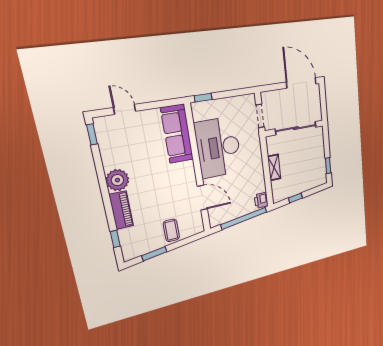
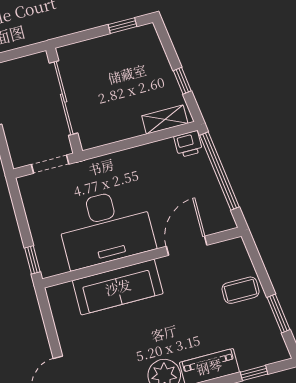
sofa: (177, 134) -> (118, 287), moved
shelving: (274, 167) -> (165, 120), moved

